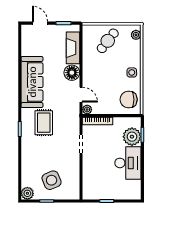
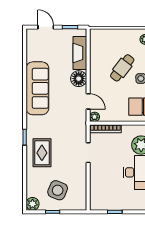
cafe table: (108, 41) -> (122, 68), moved
rug: (44, 123) -> (42, 153), moved
side table: (52, 180) -> (58, 190), turned 45

